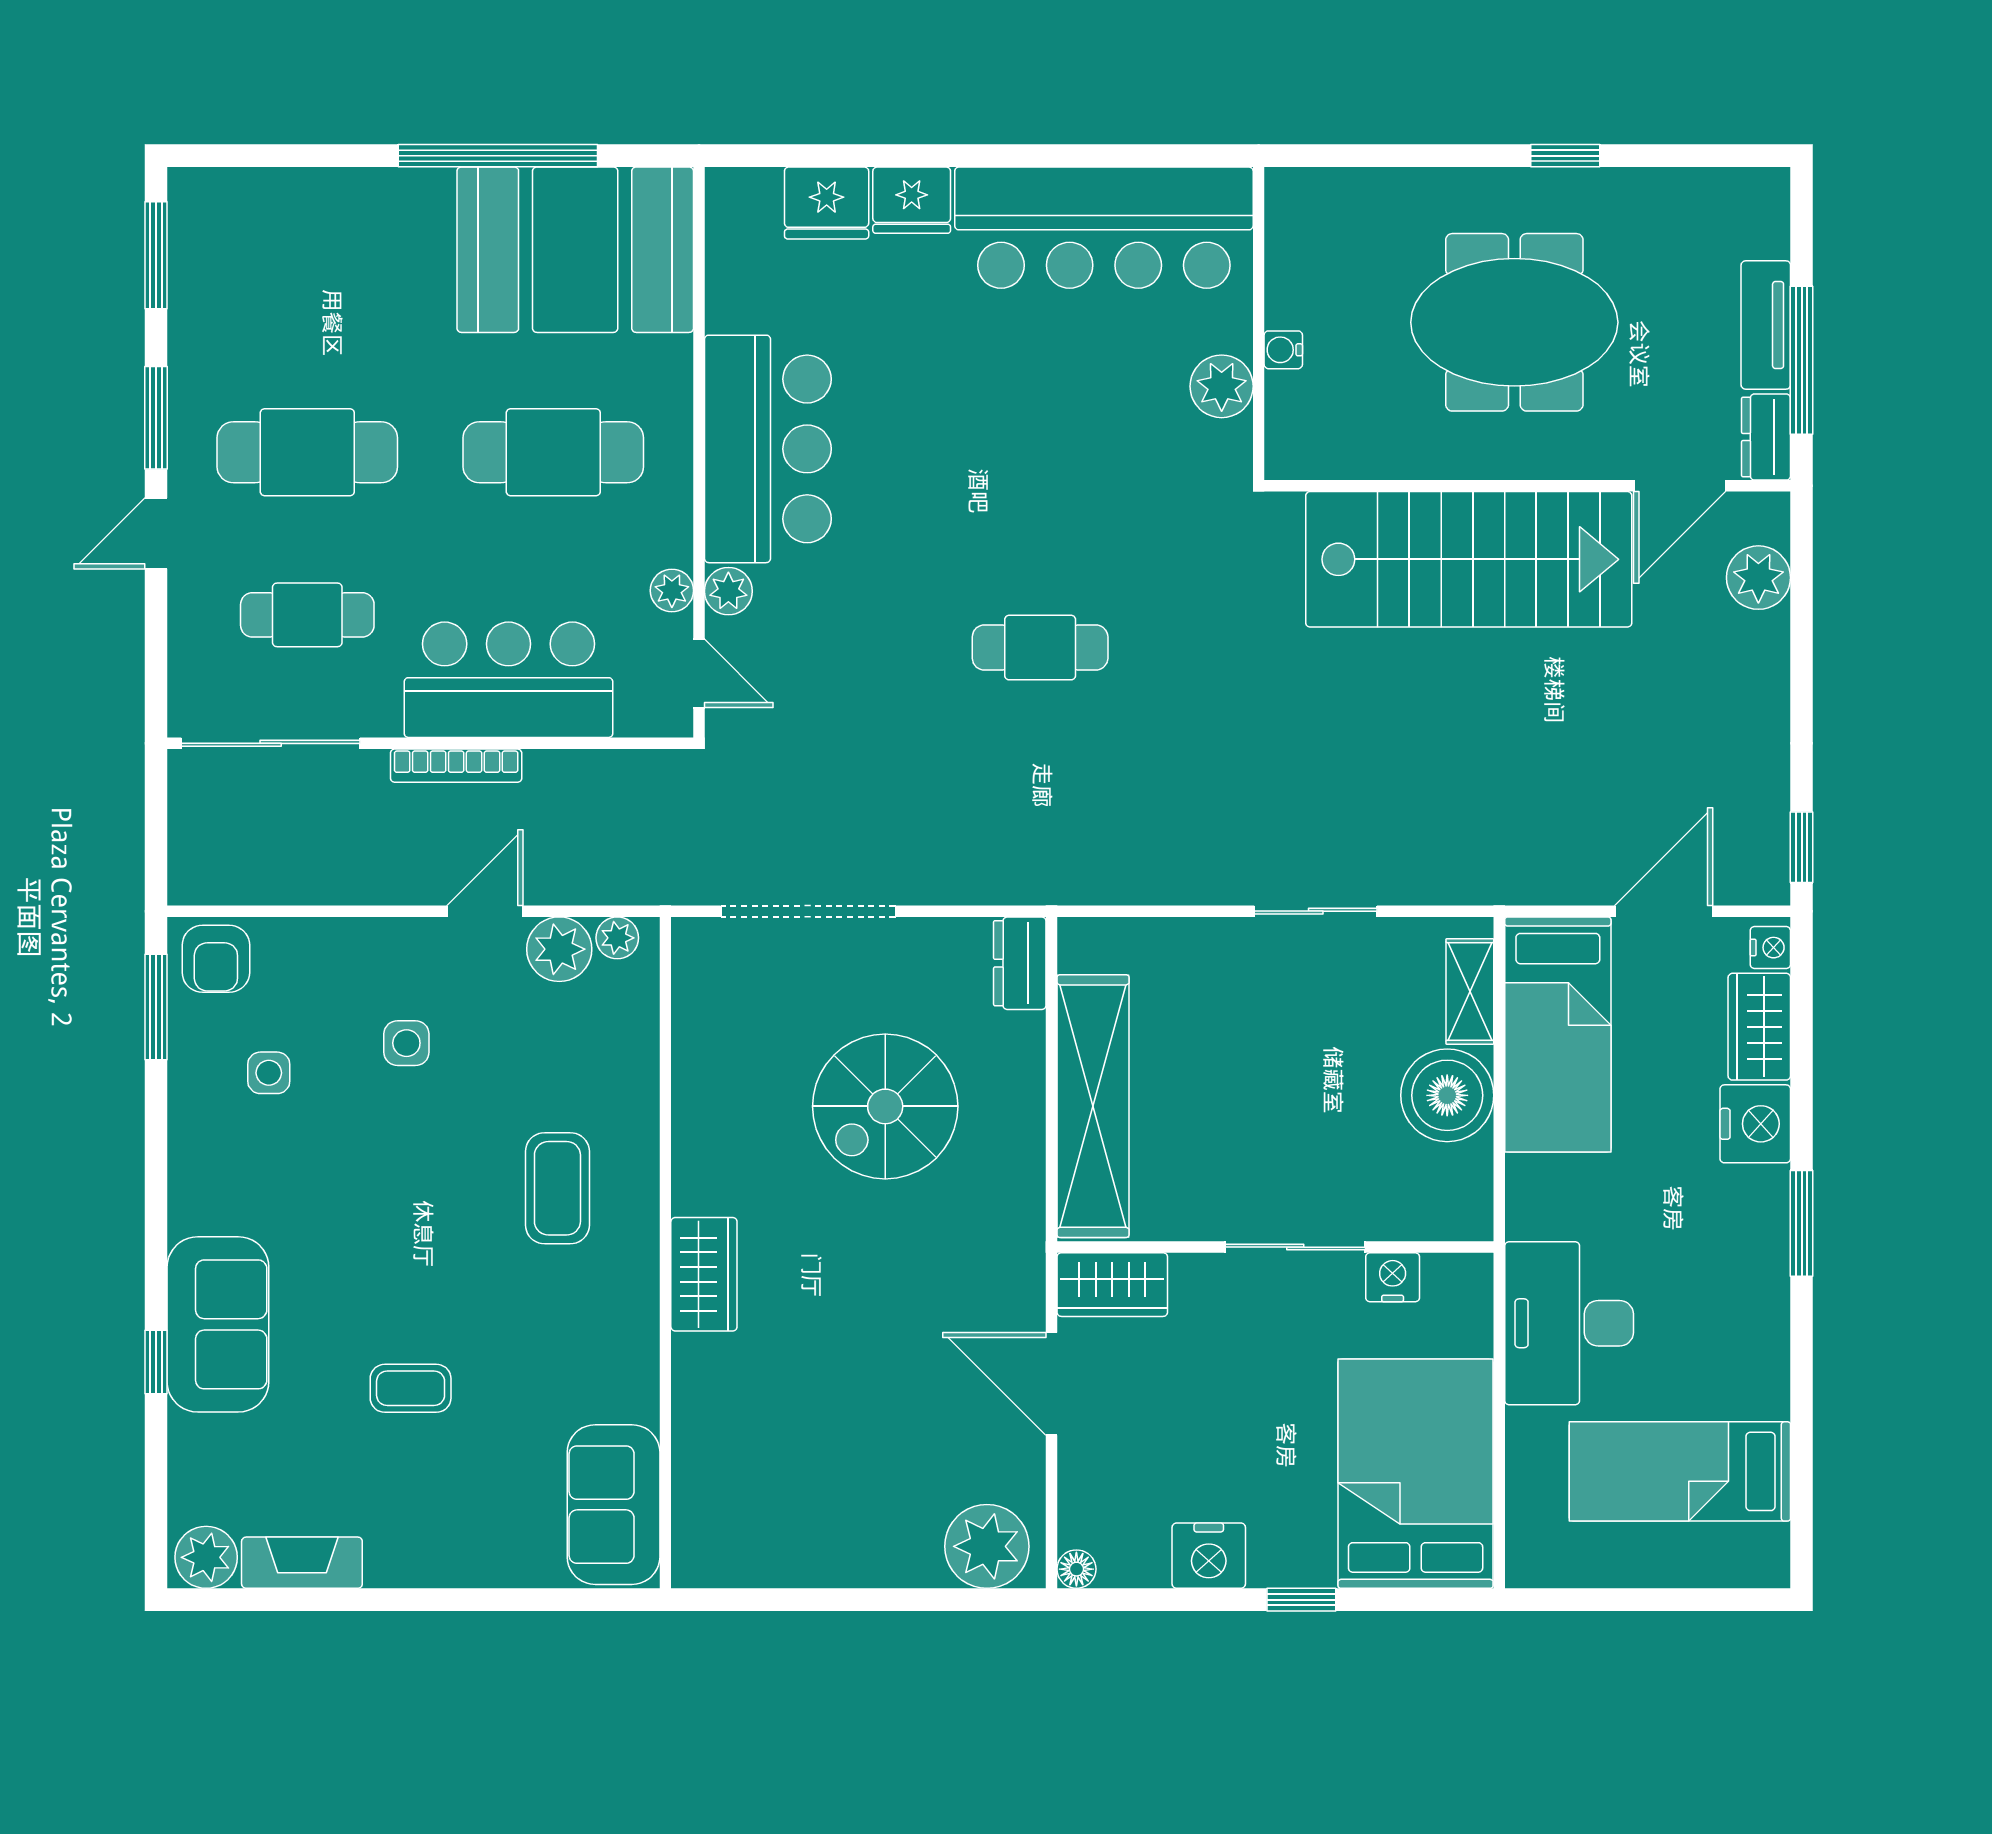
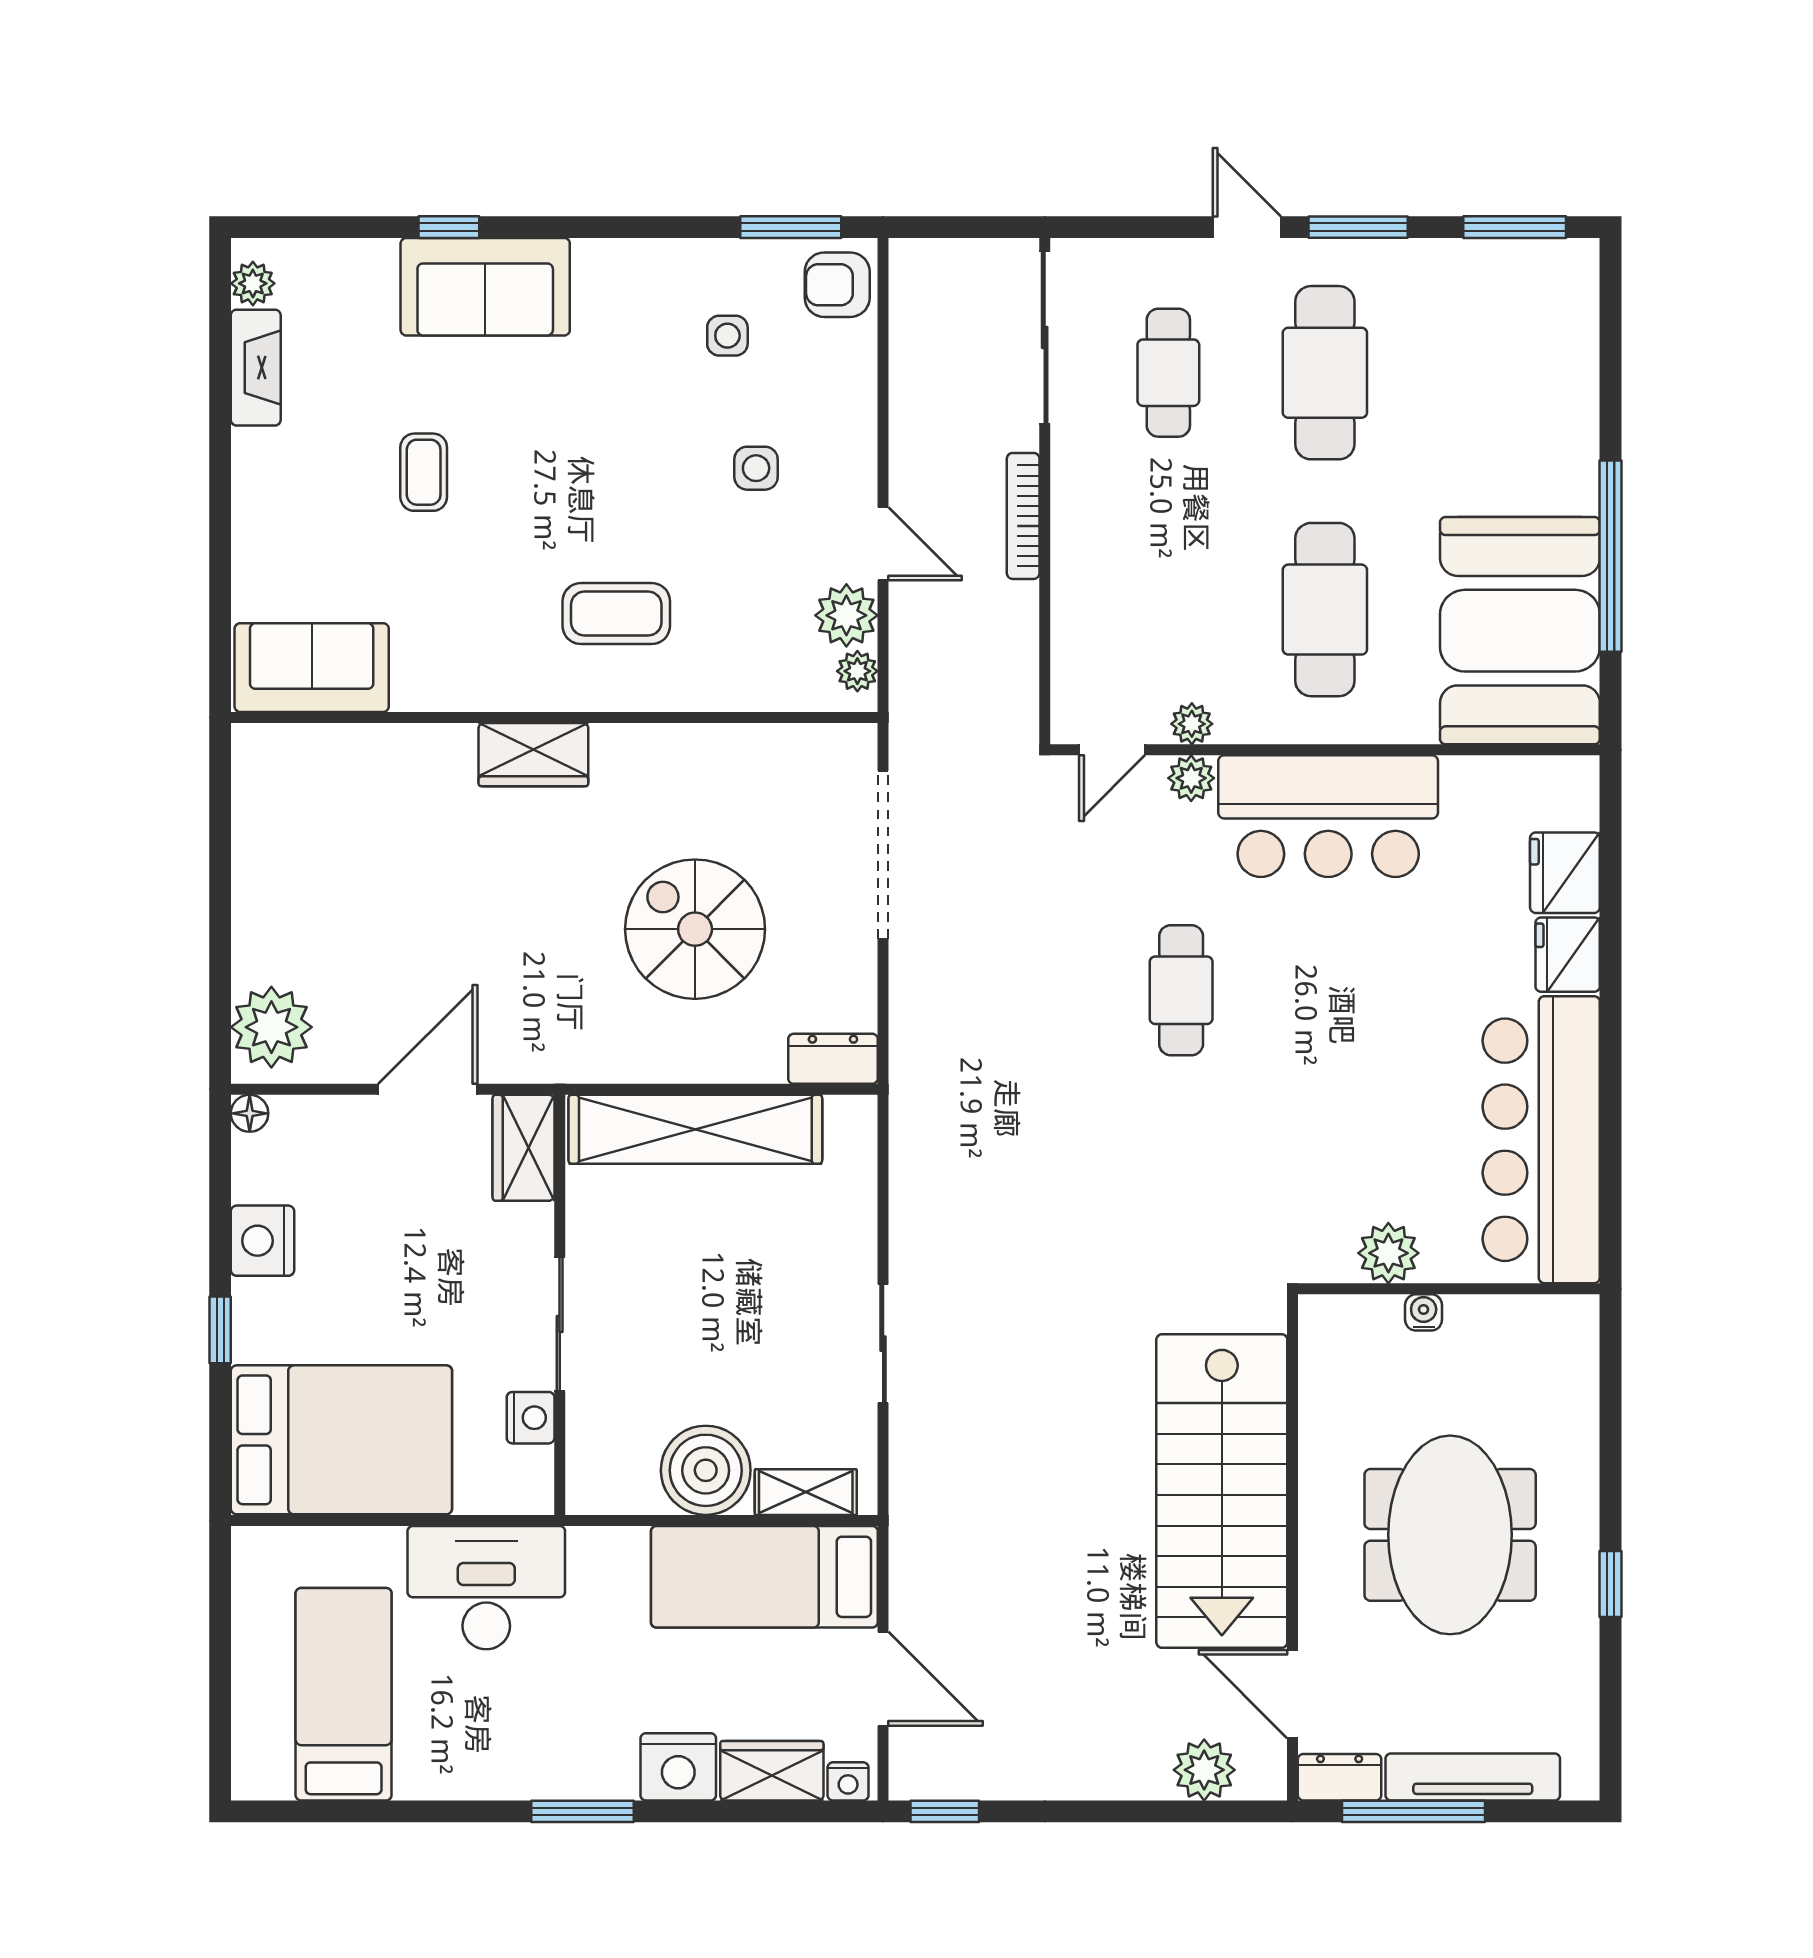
tv unit: (1766, 325) -> (1473, 1777), width x1.41
cafe table: (1040, 648) -> (1181, 990), moved
bar counter: (508, 680) -> (1106, 566), removed
plant: (206, 1557) -> (253, 283), width x0.73, depth x0.73

